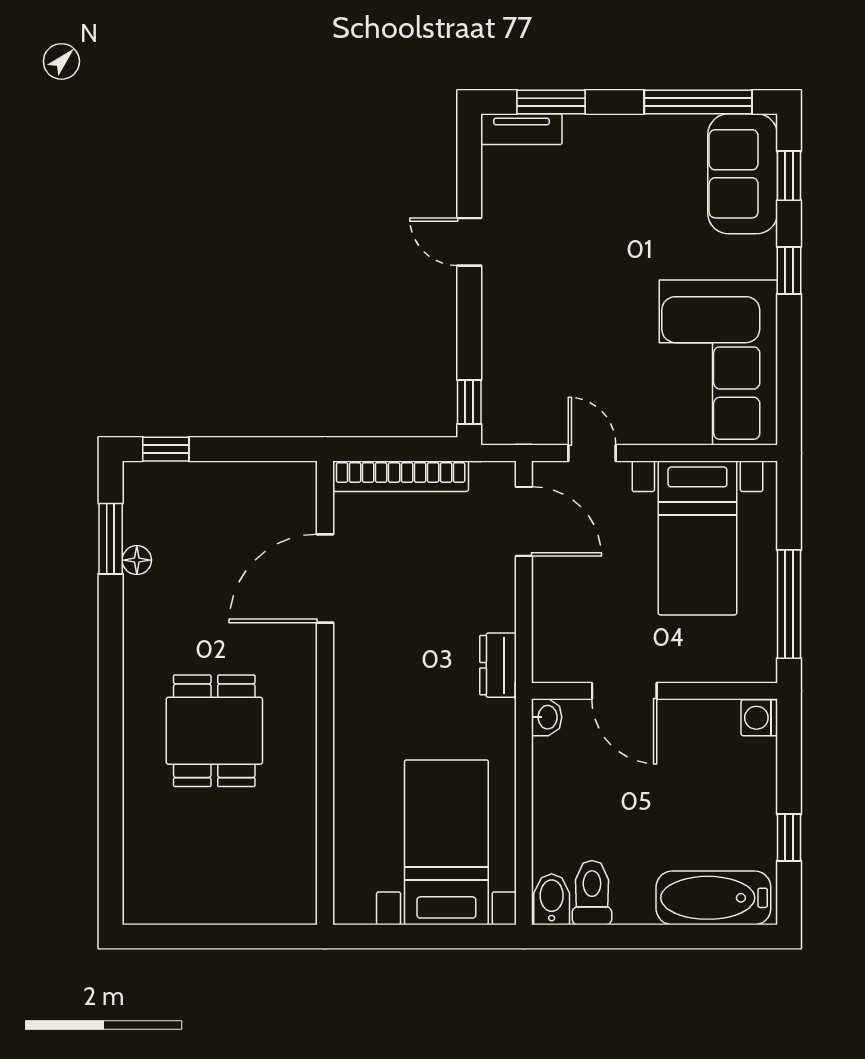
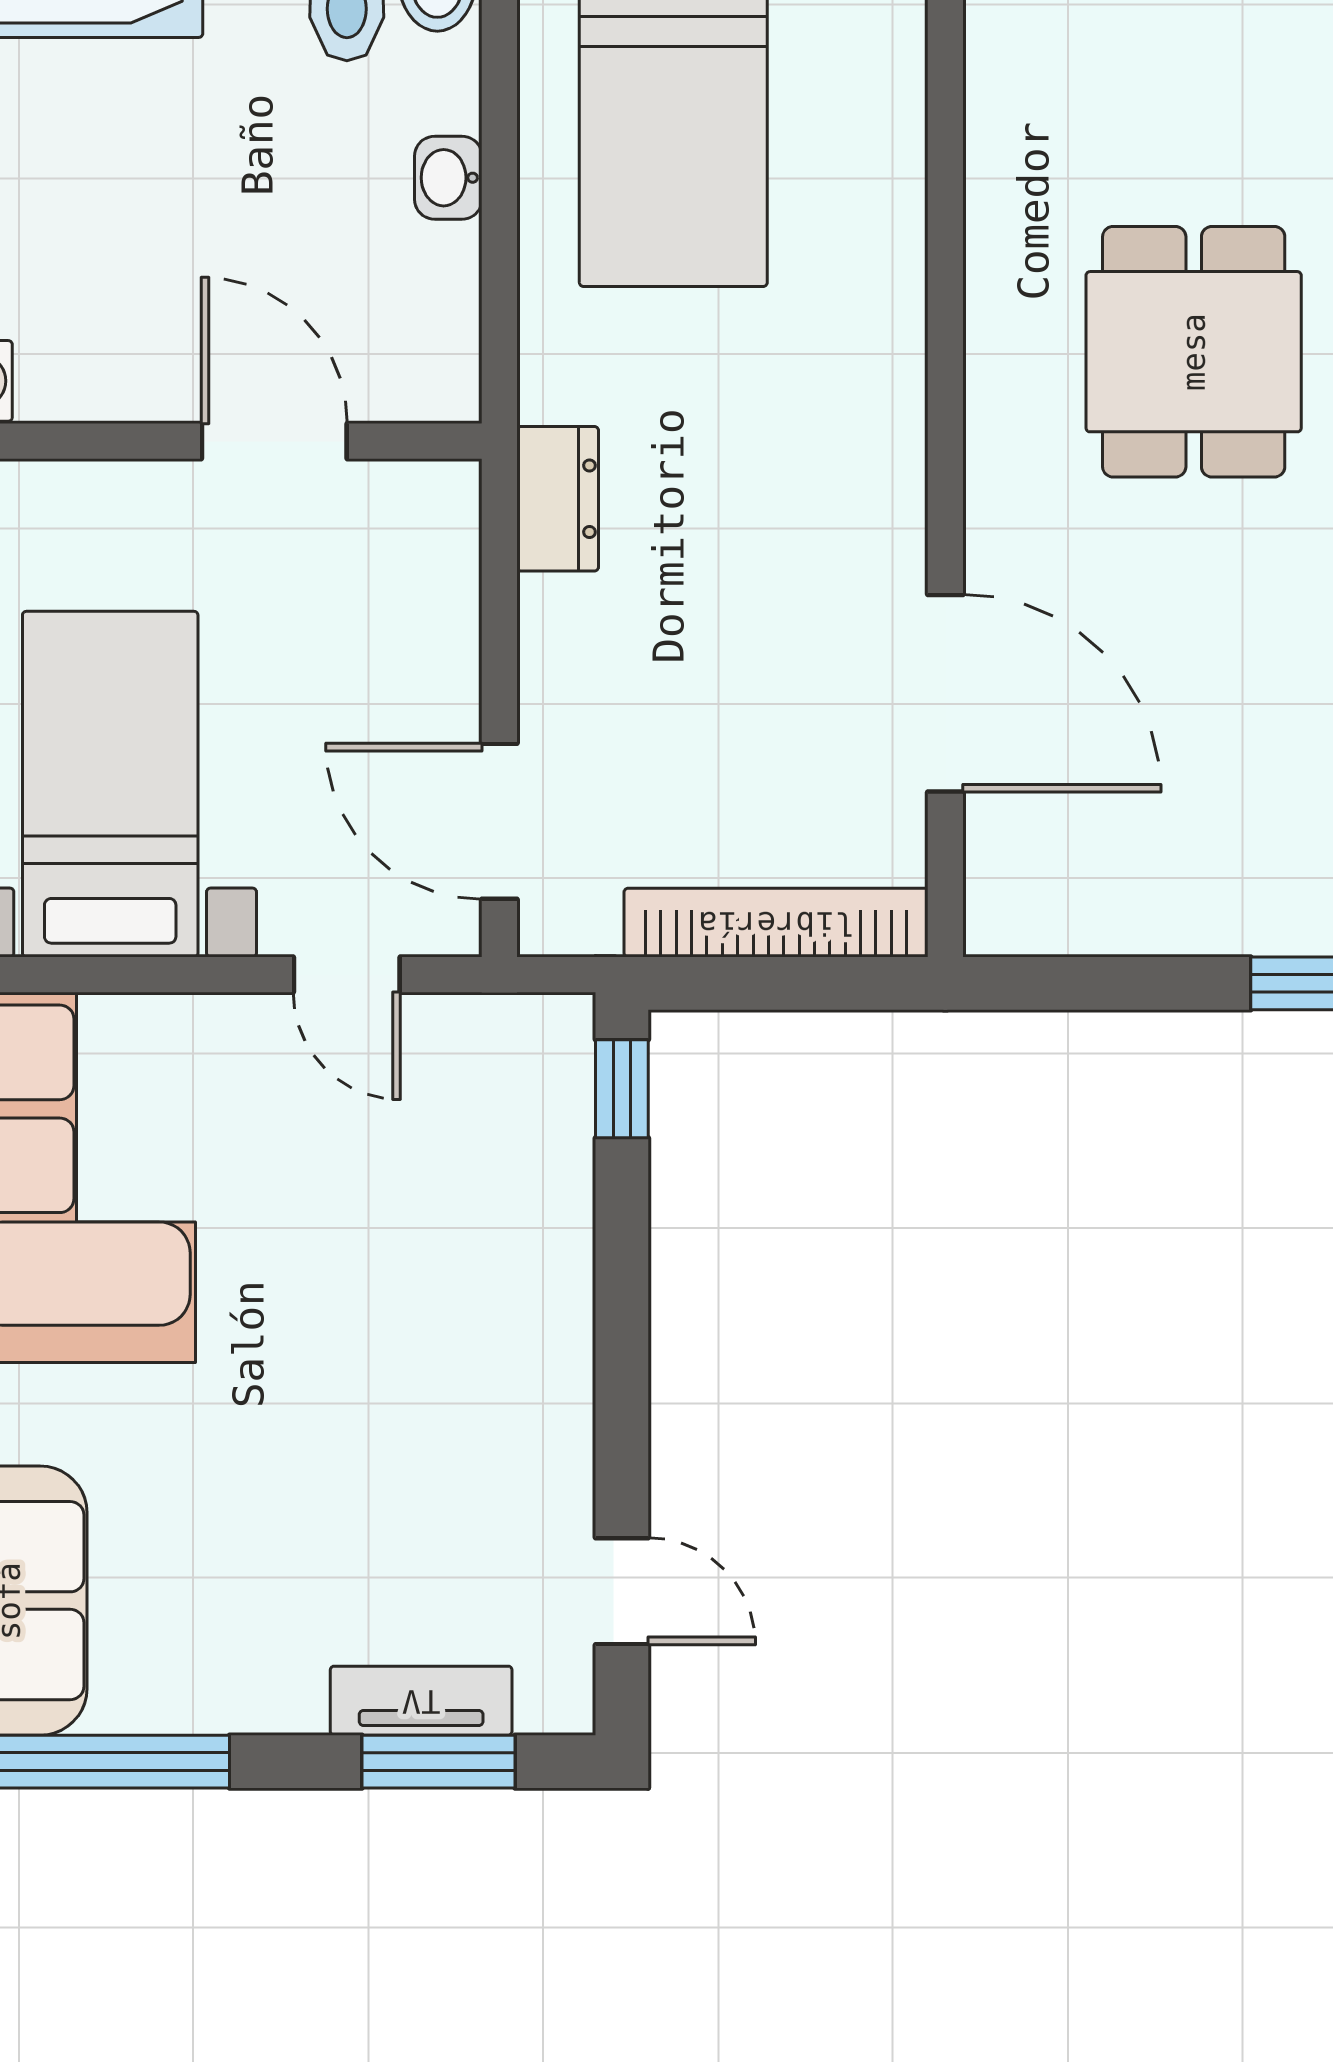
tv unit: (521, 129) -> (421, 1701), moved
door: (469, 242) -> (622, 1591), moved
door: (325, 578) -> (945, 693), hinge flipped
washbasin: (547, 717) -> (448, 178), moved

